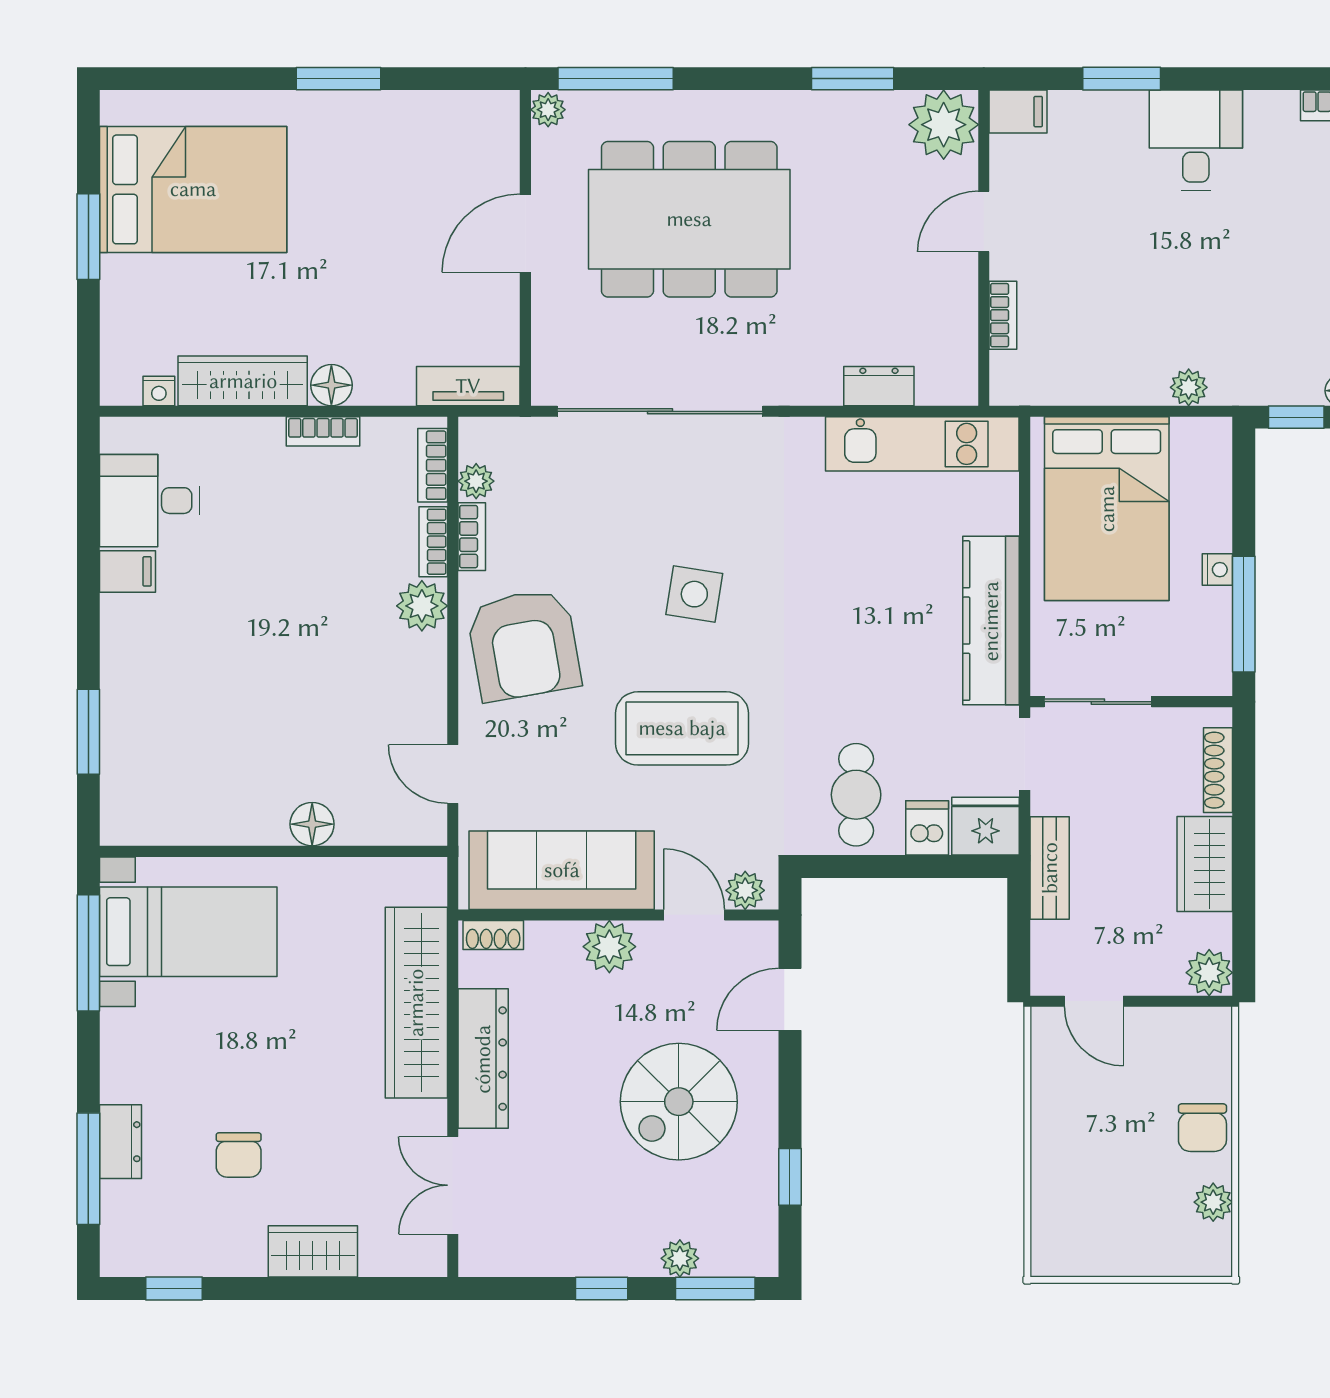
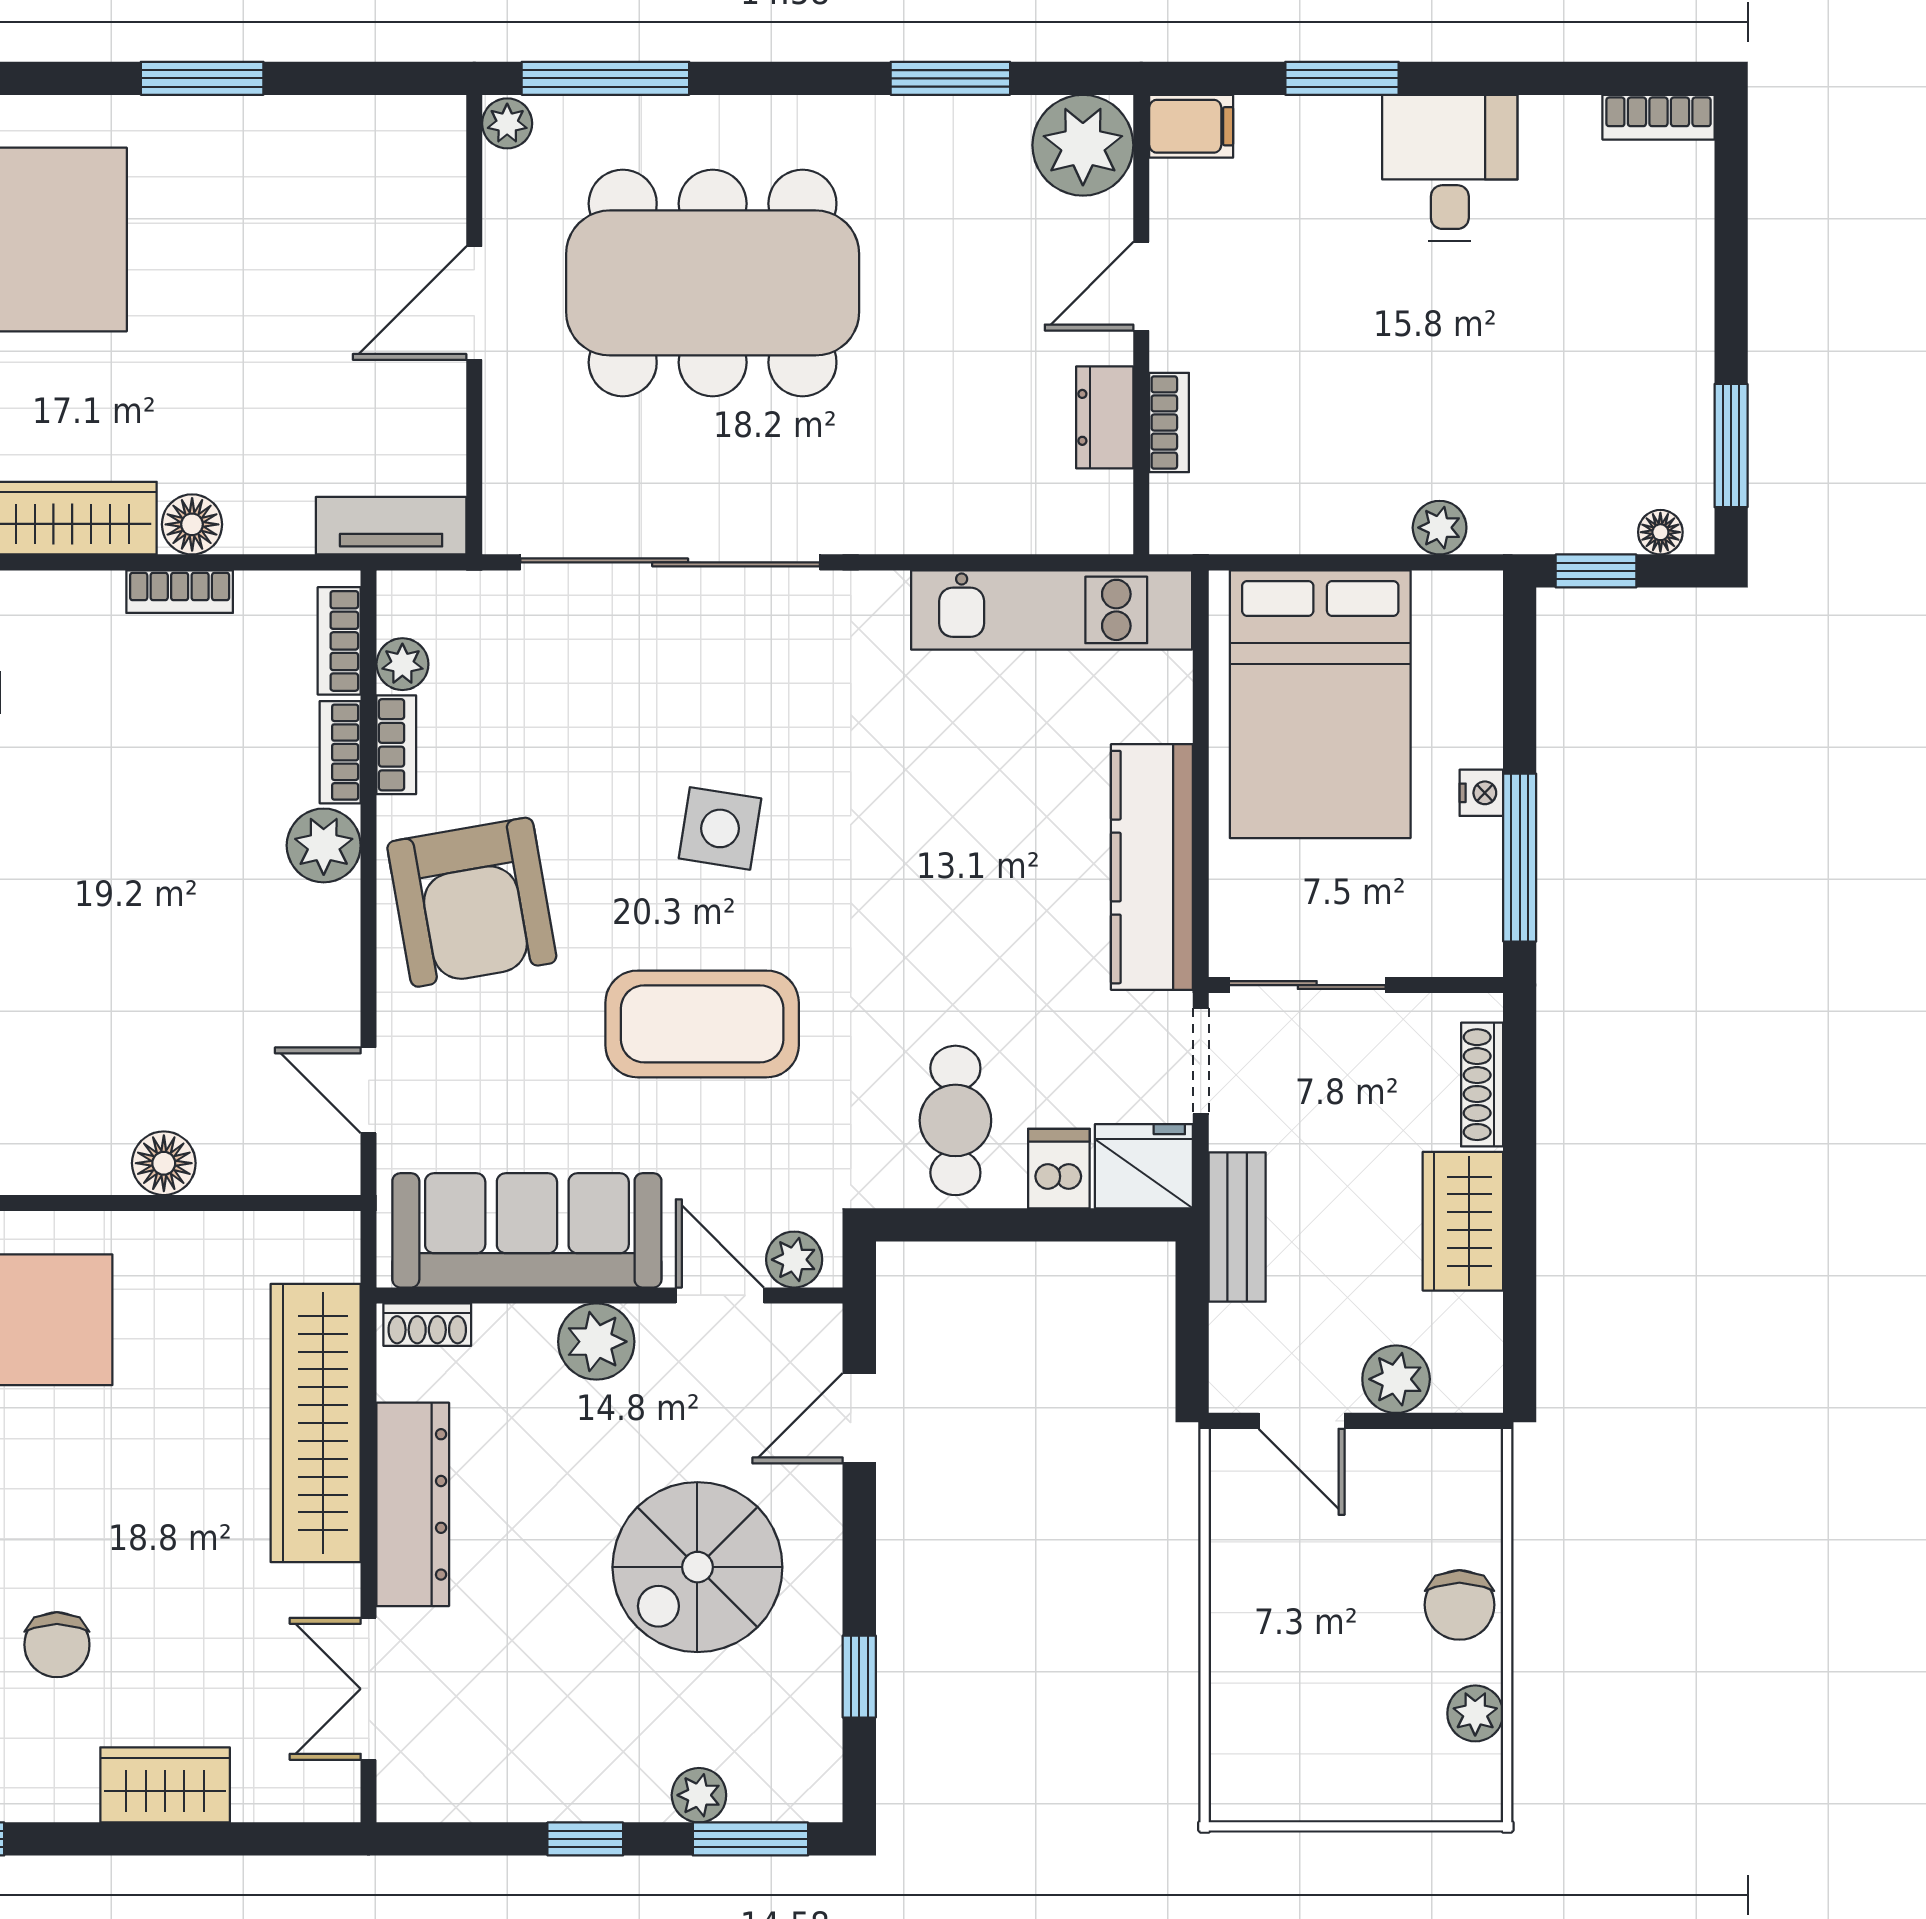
dresser: (879, 386) -> (1105, 417), moved, turned -90
plant: (1209, 973) -> (1396, 1379), moved

